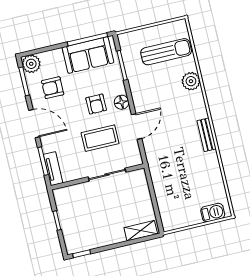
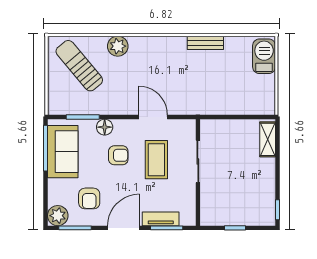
sun lounger: (166, 52) -> (79, 66), turned -40
floor lamp: (122, 102) -> (105, 127), moved
bench: (207, 135) -> (205, 43), moved
tv unit: (53, 169) -> (161, 219), moved
barbecue: (213, 213) -> (264, 56), width x1.38, depth x1.27

